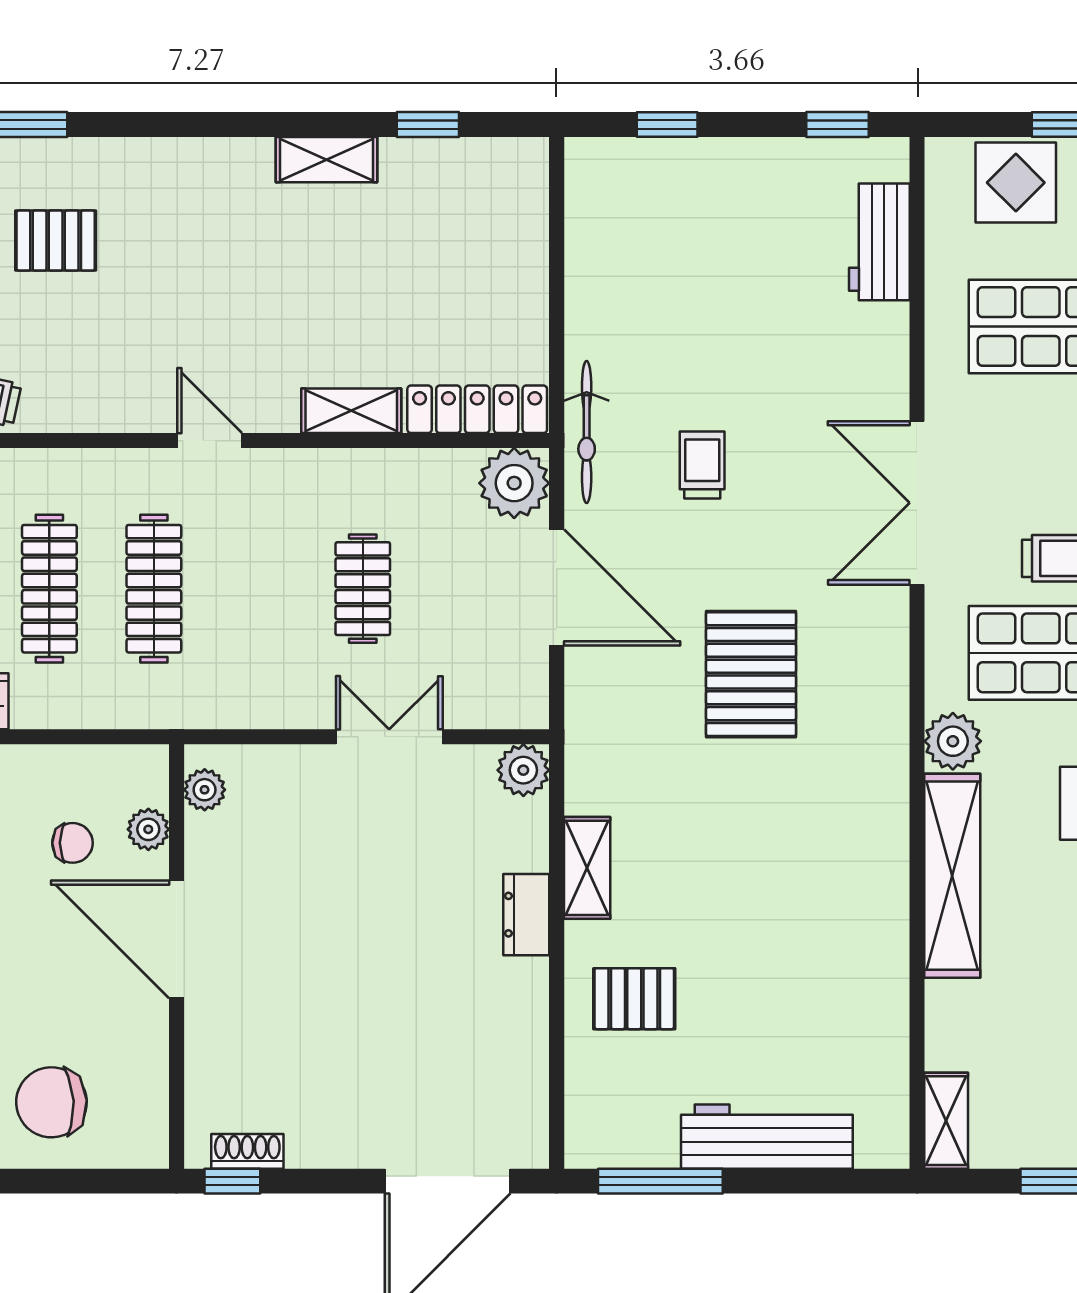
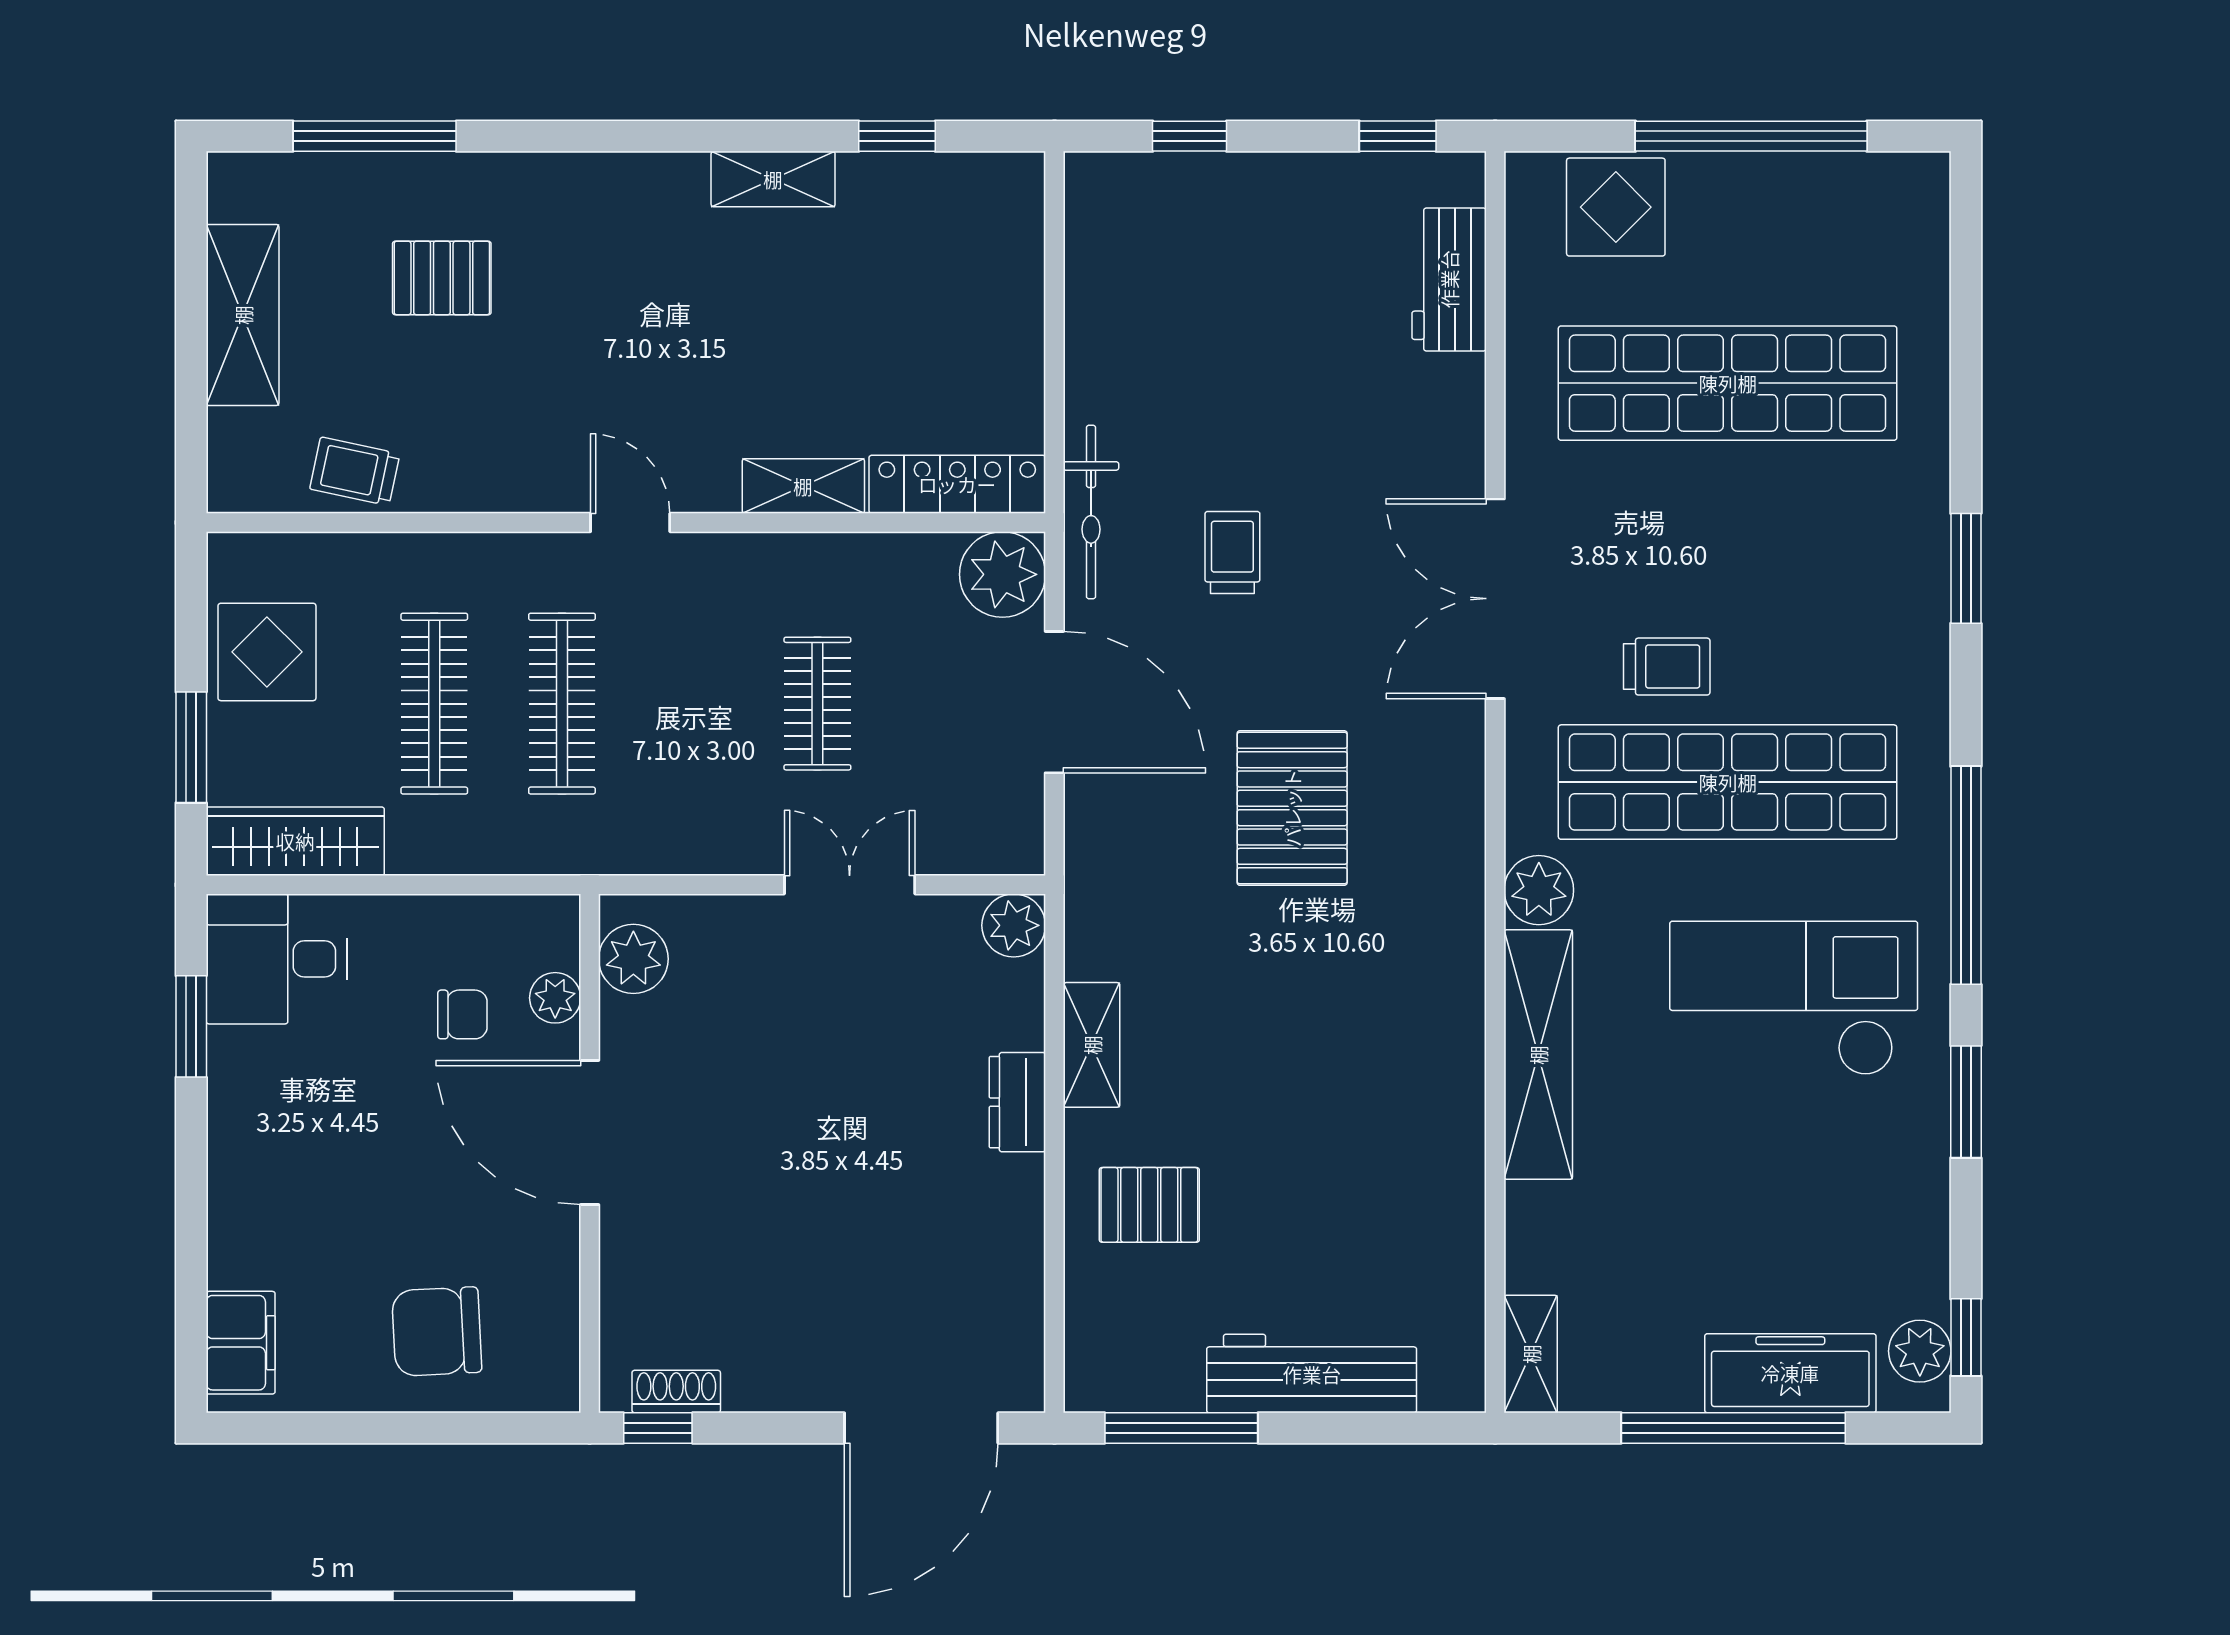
plant: (205, 790) -> (633, 959), width x1.38, depth x1.38

